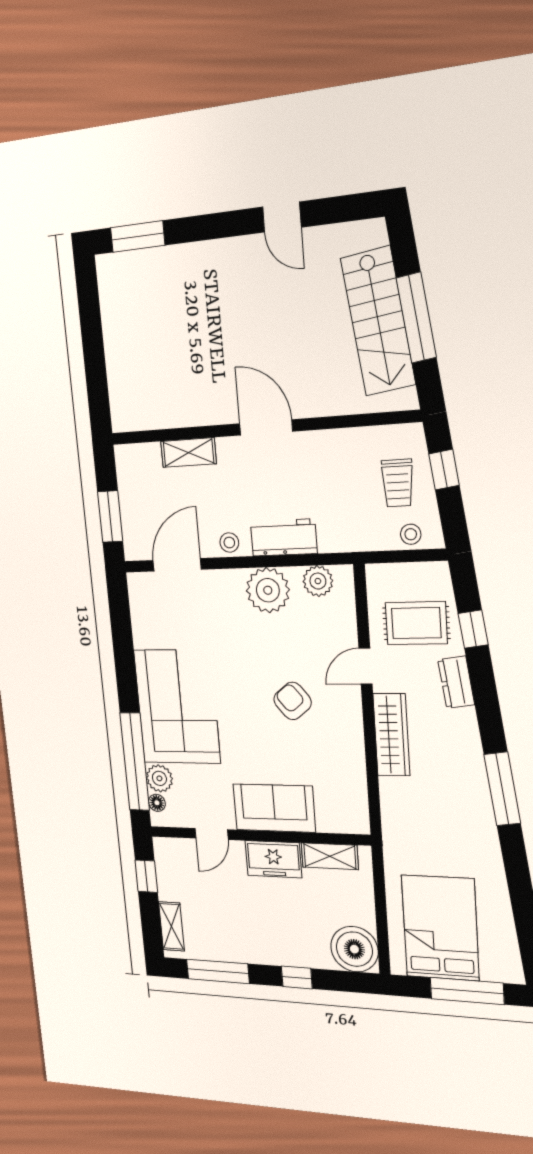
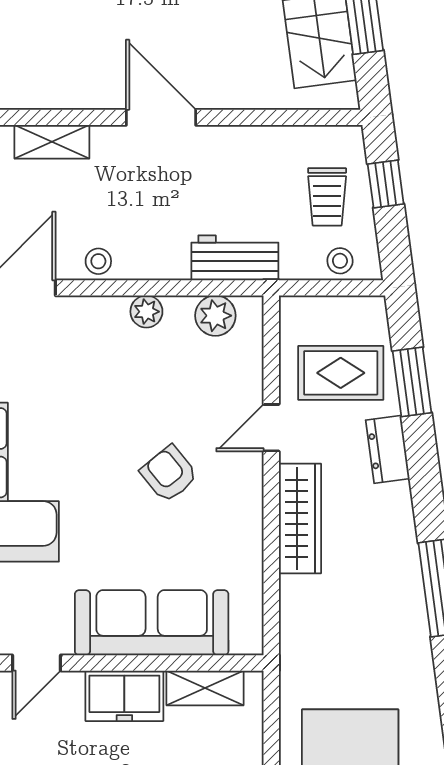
workbench: (284, 537) -> (235, 258), moved
plant: (268, 590) -> (146, 312), width x0.53, depth x0.53
window: (473, 629) -> (412, 382), width x1.50
sofa: (274, 808) -> (152, 623), width x1.36

